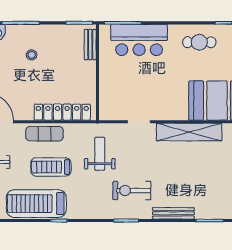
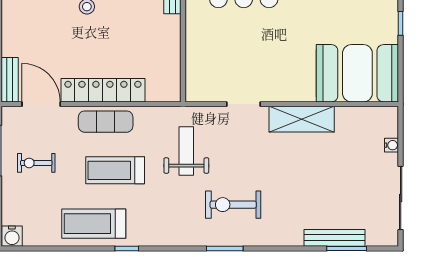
locker: (62, 112) -> (103, 90), moved
shelving: (189, 132) -> (302, 119), width x0.68
treadmill: (36, 204) -> (94, 224), width x0.73, depth x0.73
bench: (173, 213) -> (335, 238), moved

